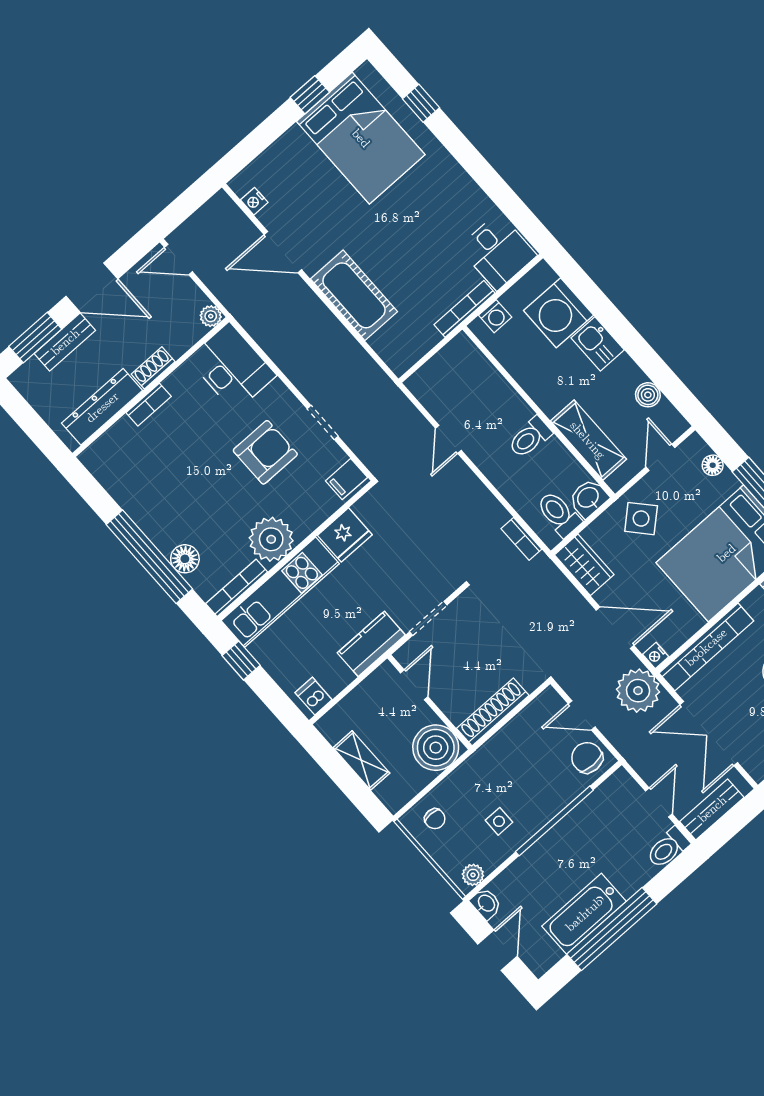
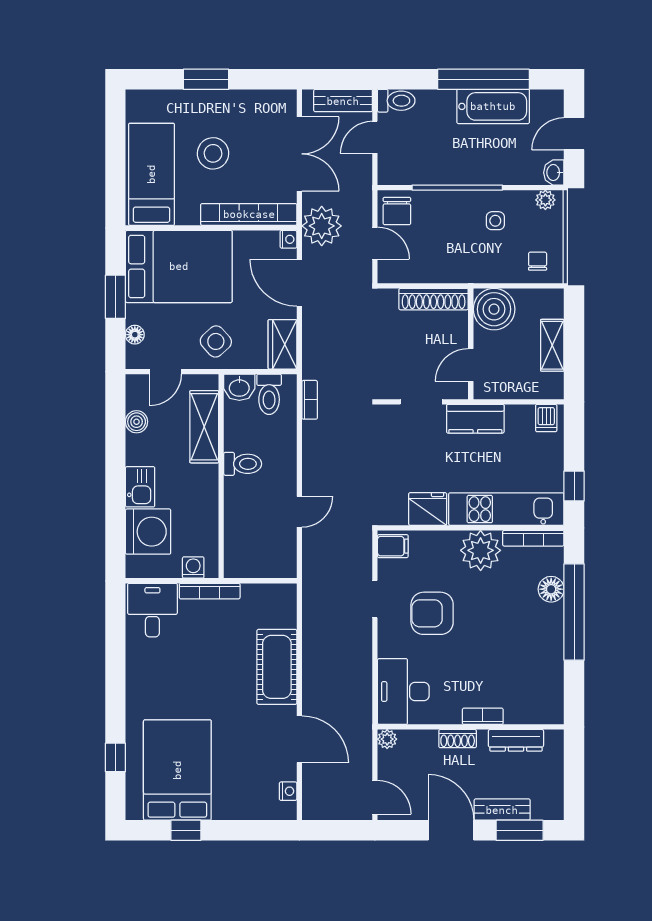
dresser: (102, 407) -> (516, 740), width x0.73, depth x0.80

